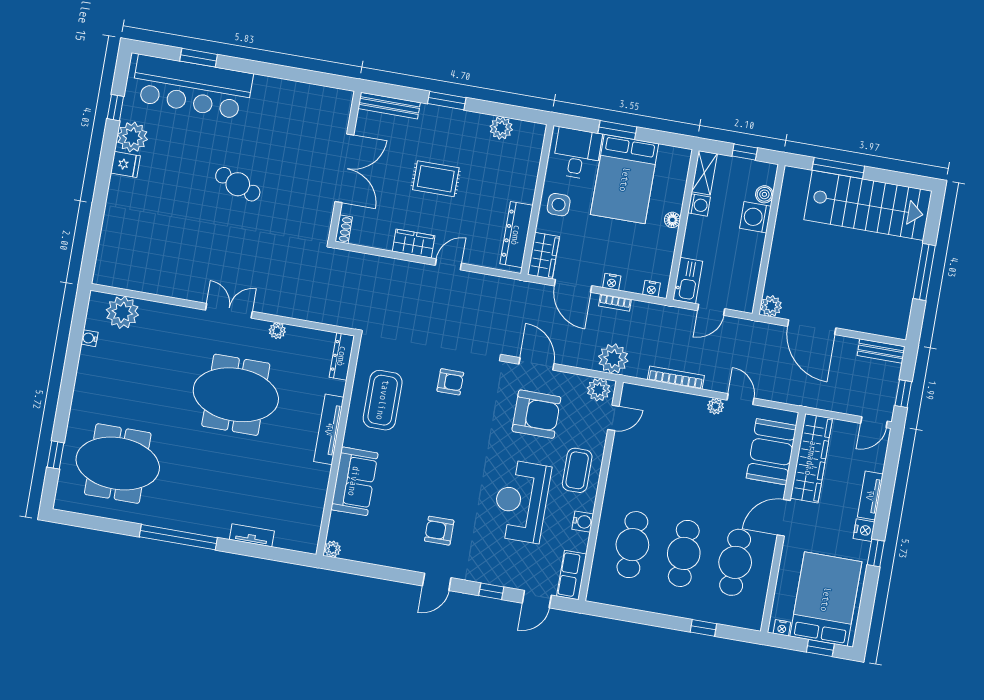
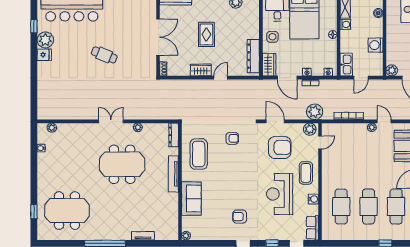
rug: (436, 179) -> (206, 34), turned 90
washing machine: (755, 217) -> (376, 45), moved
plant: (122, 312) -> (52, 128), width x0.53, depth x0.53

